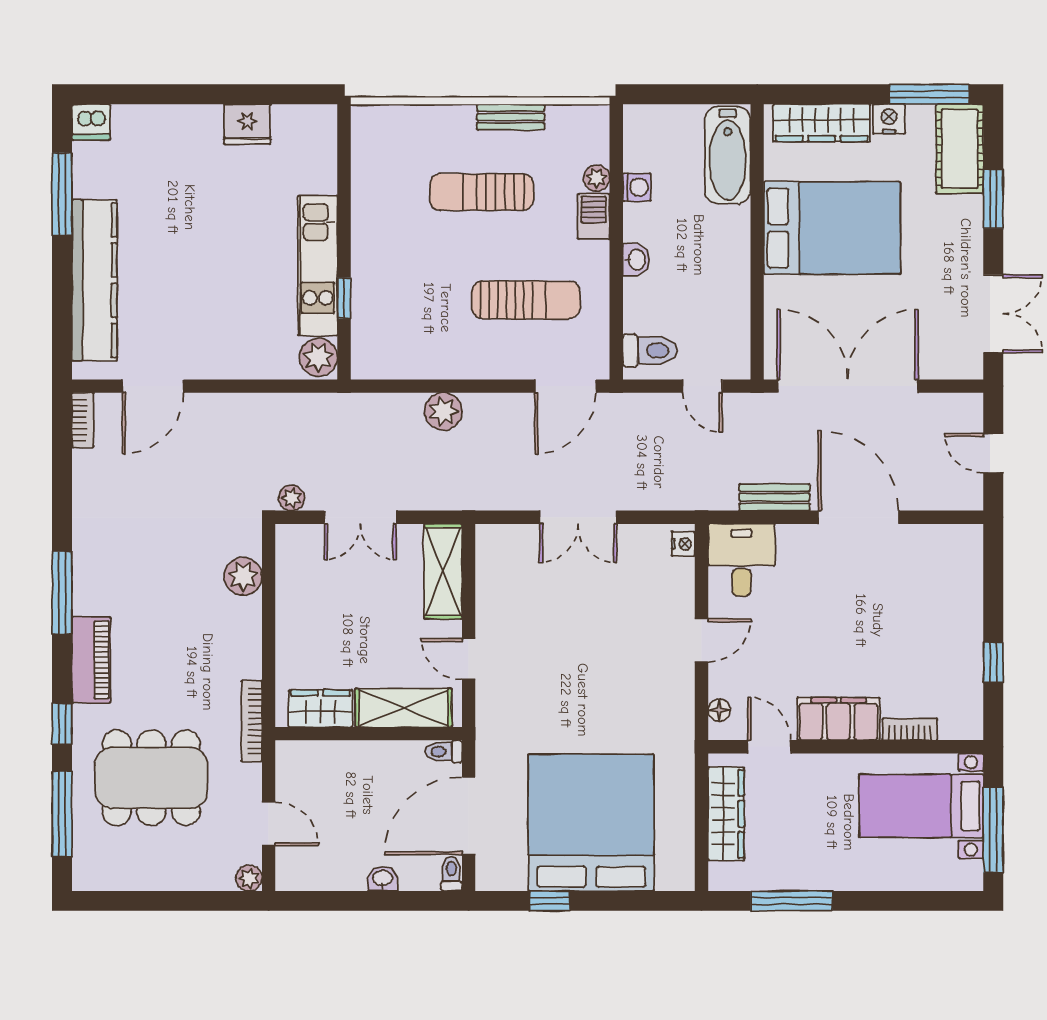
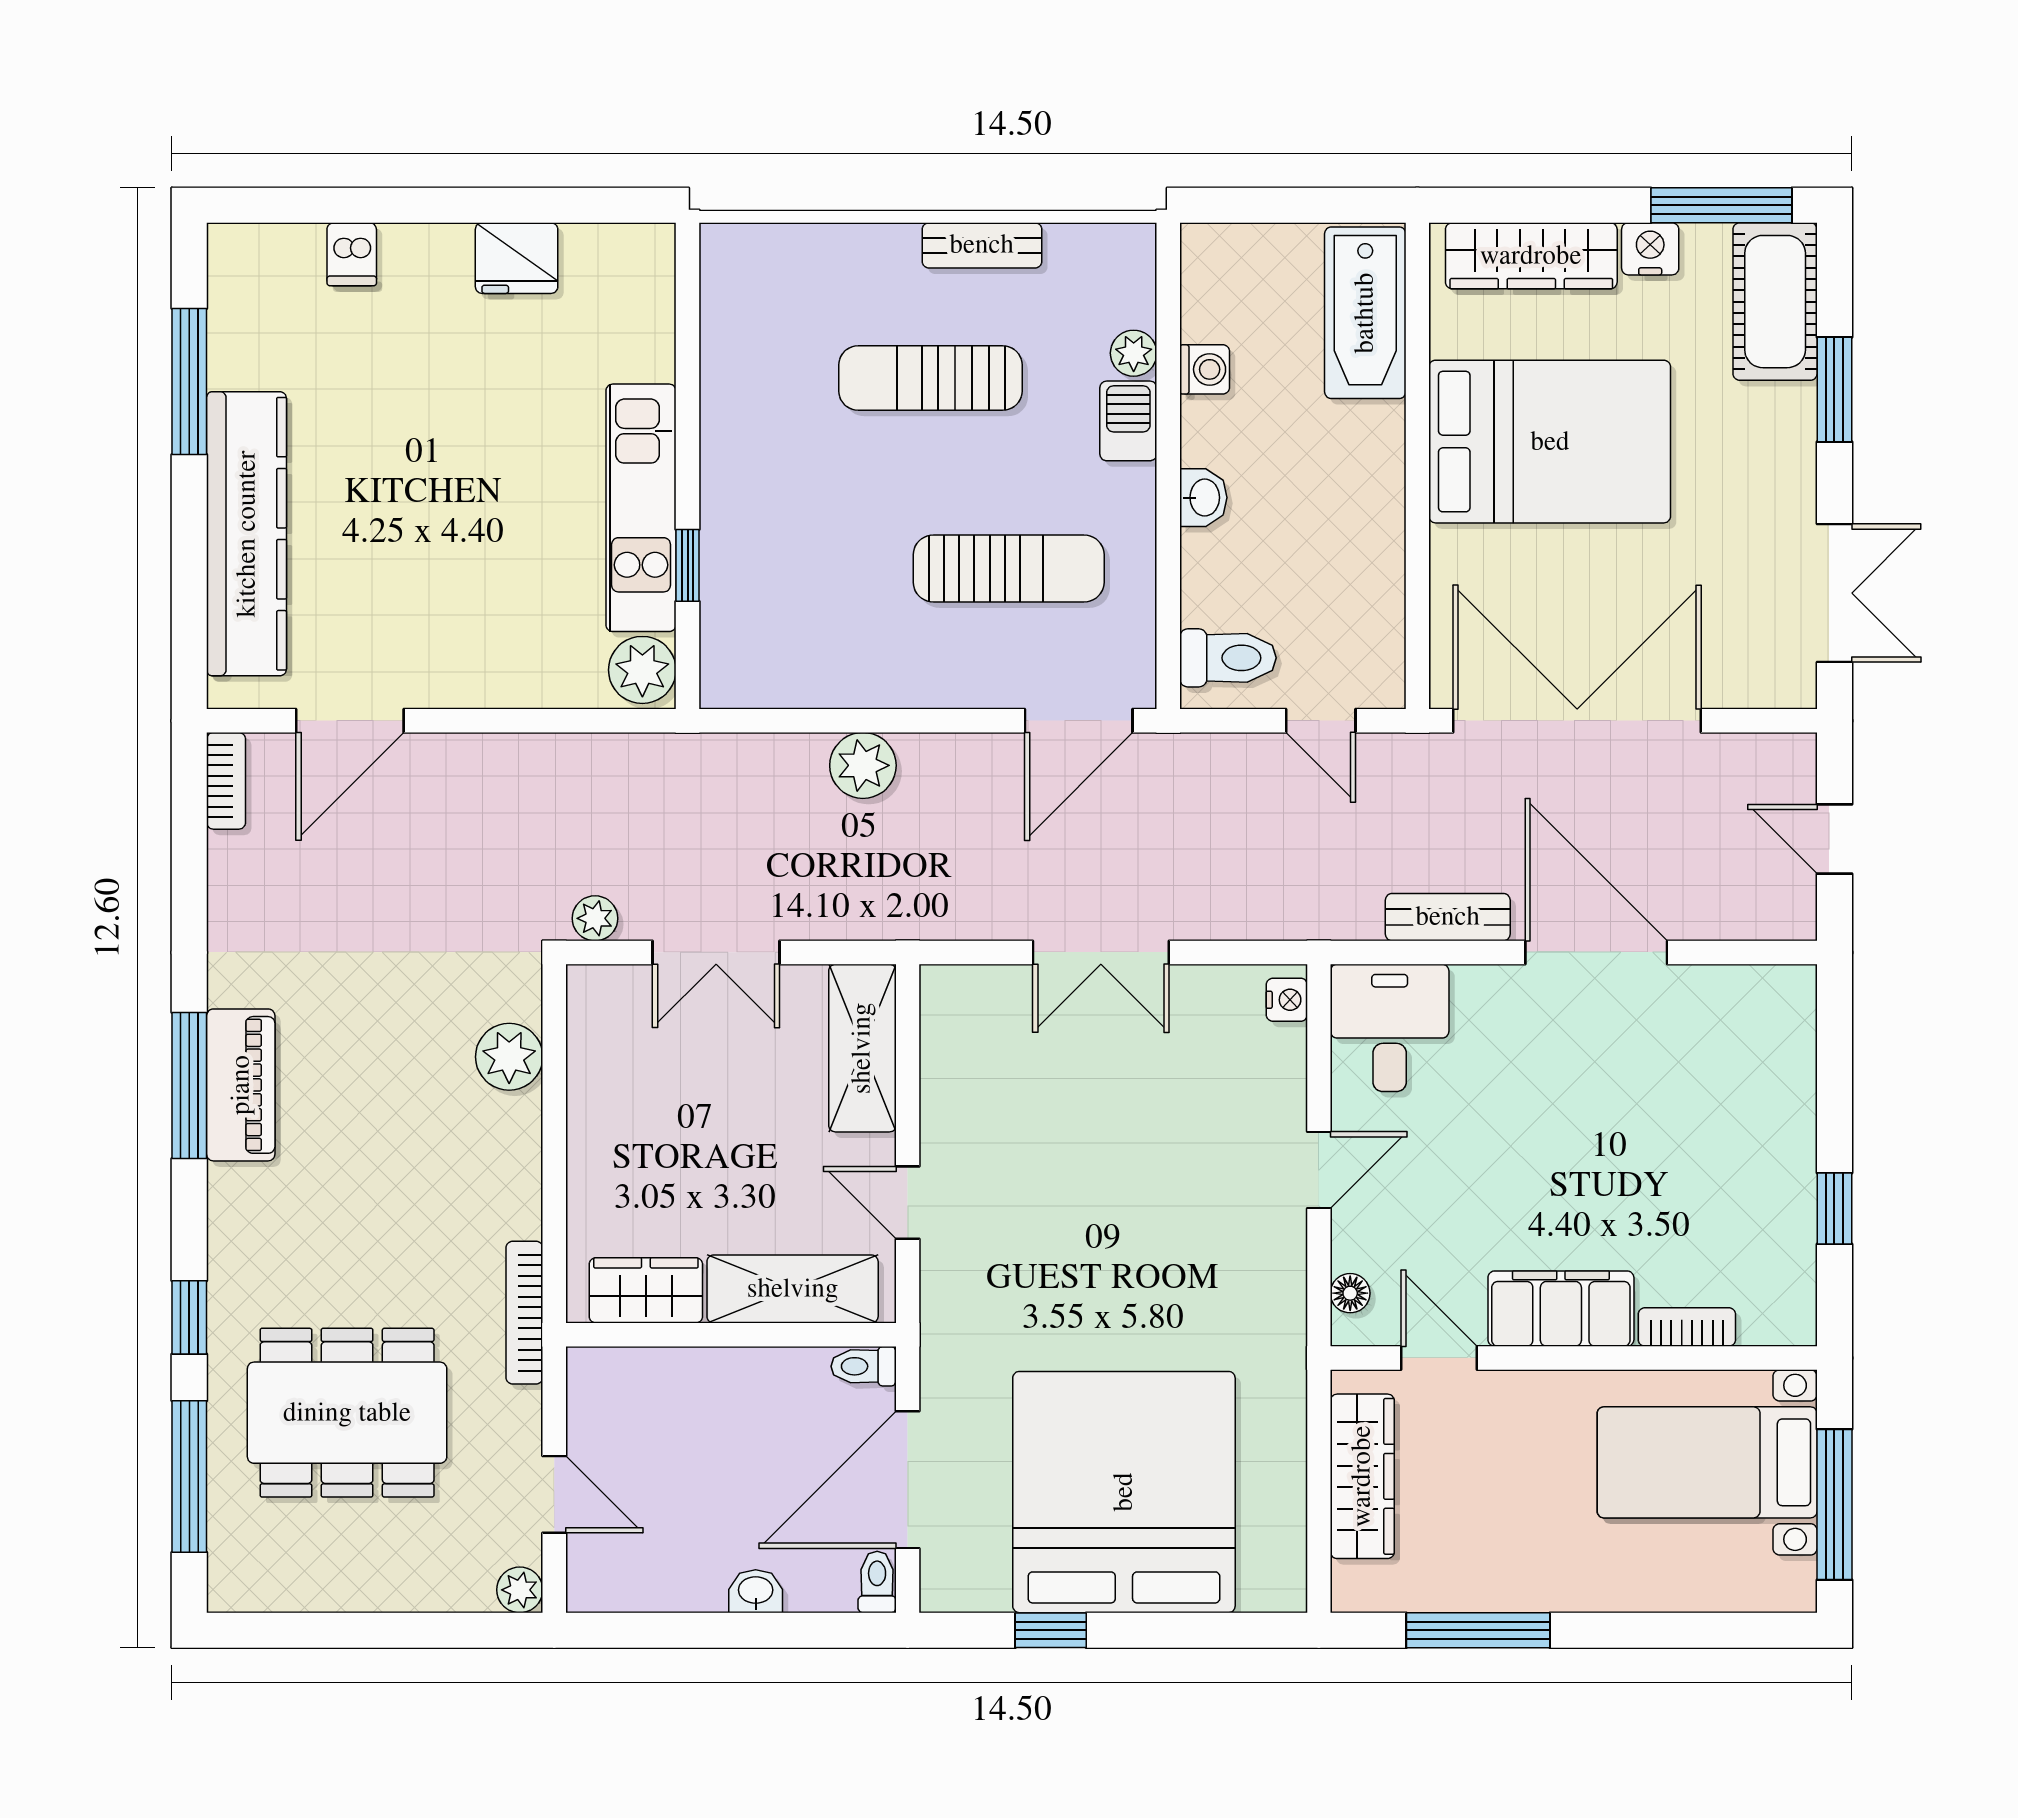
dishwasher: (91, 122) -> (352, 254), moved, width x0.73
piano: (91, 660) -> (241, 1085), moved

